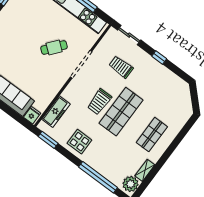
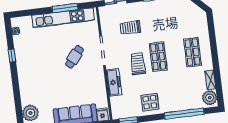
trolley: (99, 102) -> (138, 64), turned 180
freezer: (56, 112) -> (114, 82), moved
shop shelf: (121, 112) -> (158, 57), width x0.70, depth x0.74

